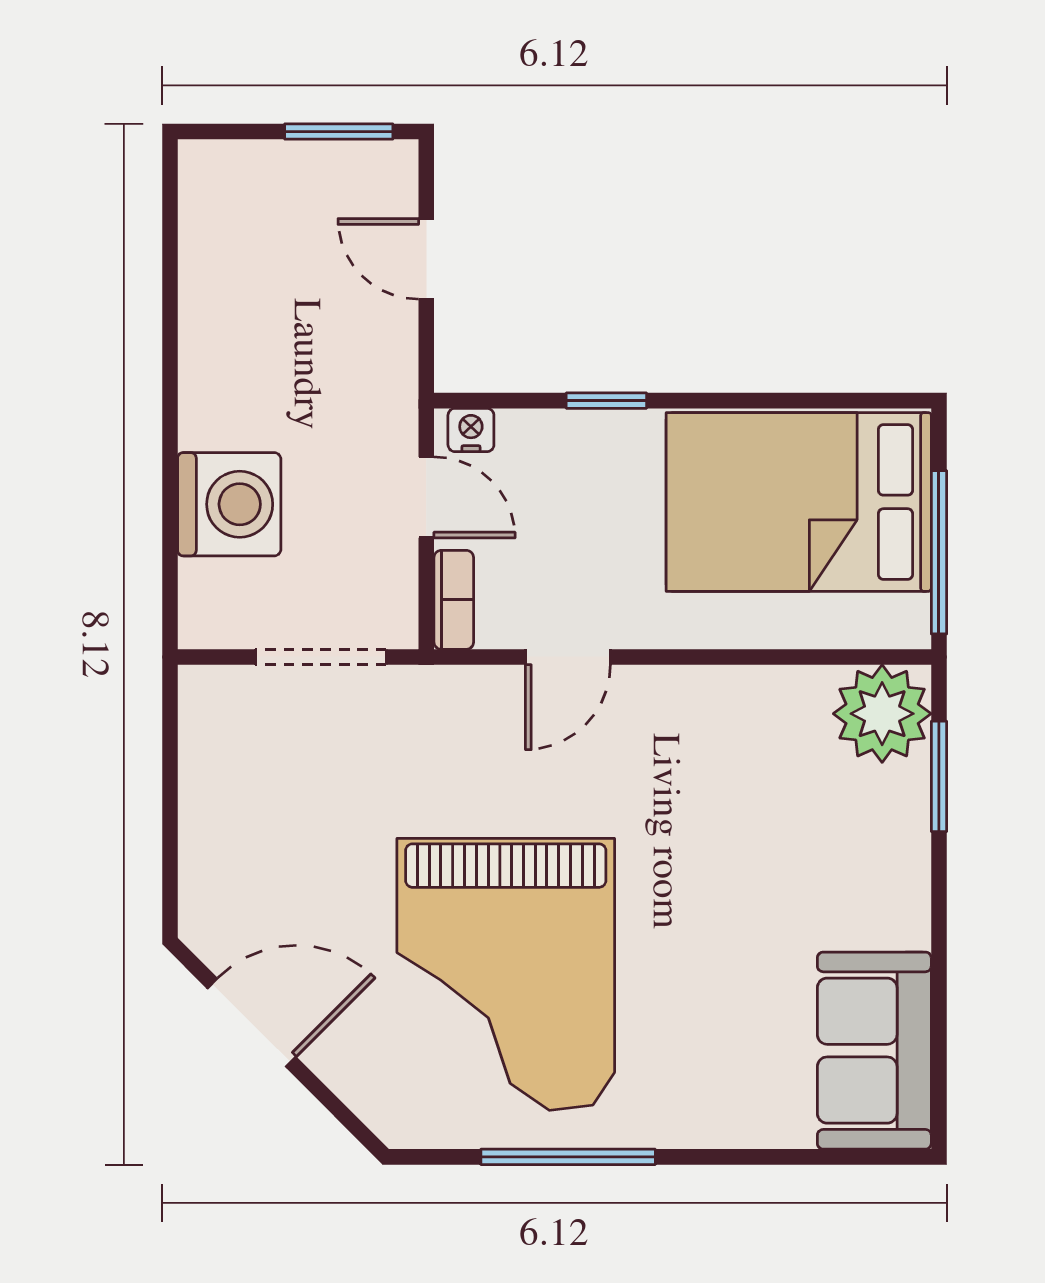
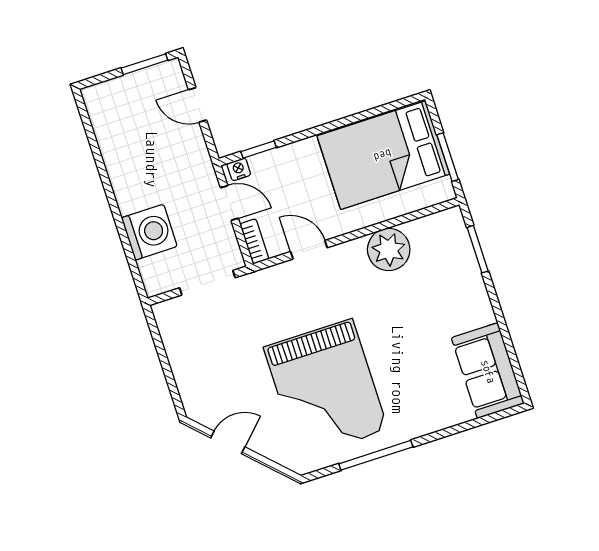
window: (606, 401) -> (259, 150), moved
window: (939, 552) -> (448, 157), width x0.69
door: (568, 657) -> (309, 250), swing flipped
plant: (882, 714) -> (389, 250), moved
door: (252, 1023) -> (228, 442), width x0.73

